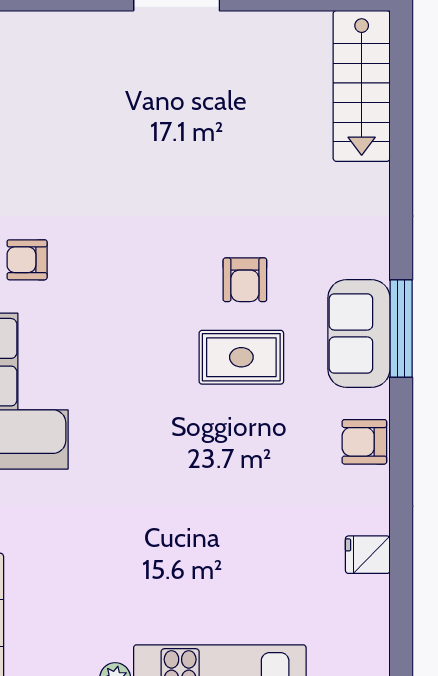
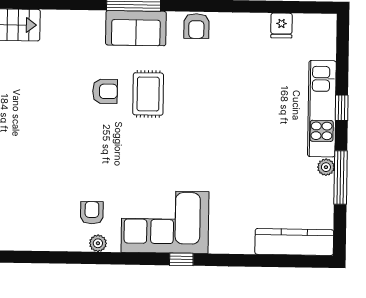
armchair: (27, 260) -> (92, 213), turned 180
fridge: (368, 555) -> (281, 26), moved

